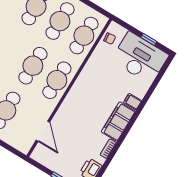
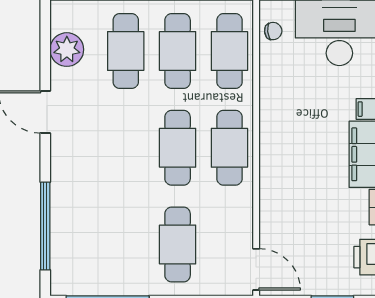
door: (43, 131) -> (256, 269), moved

